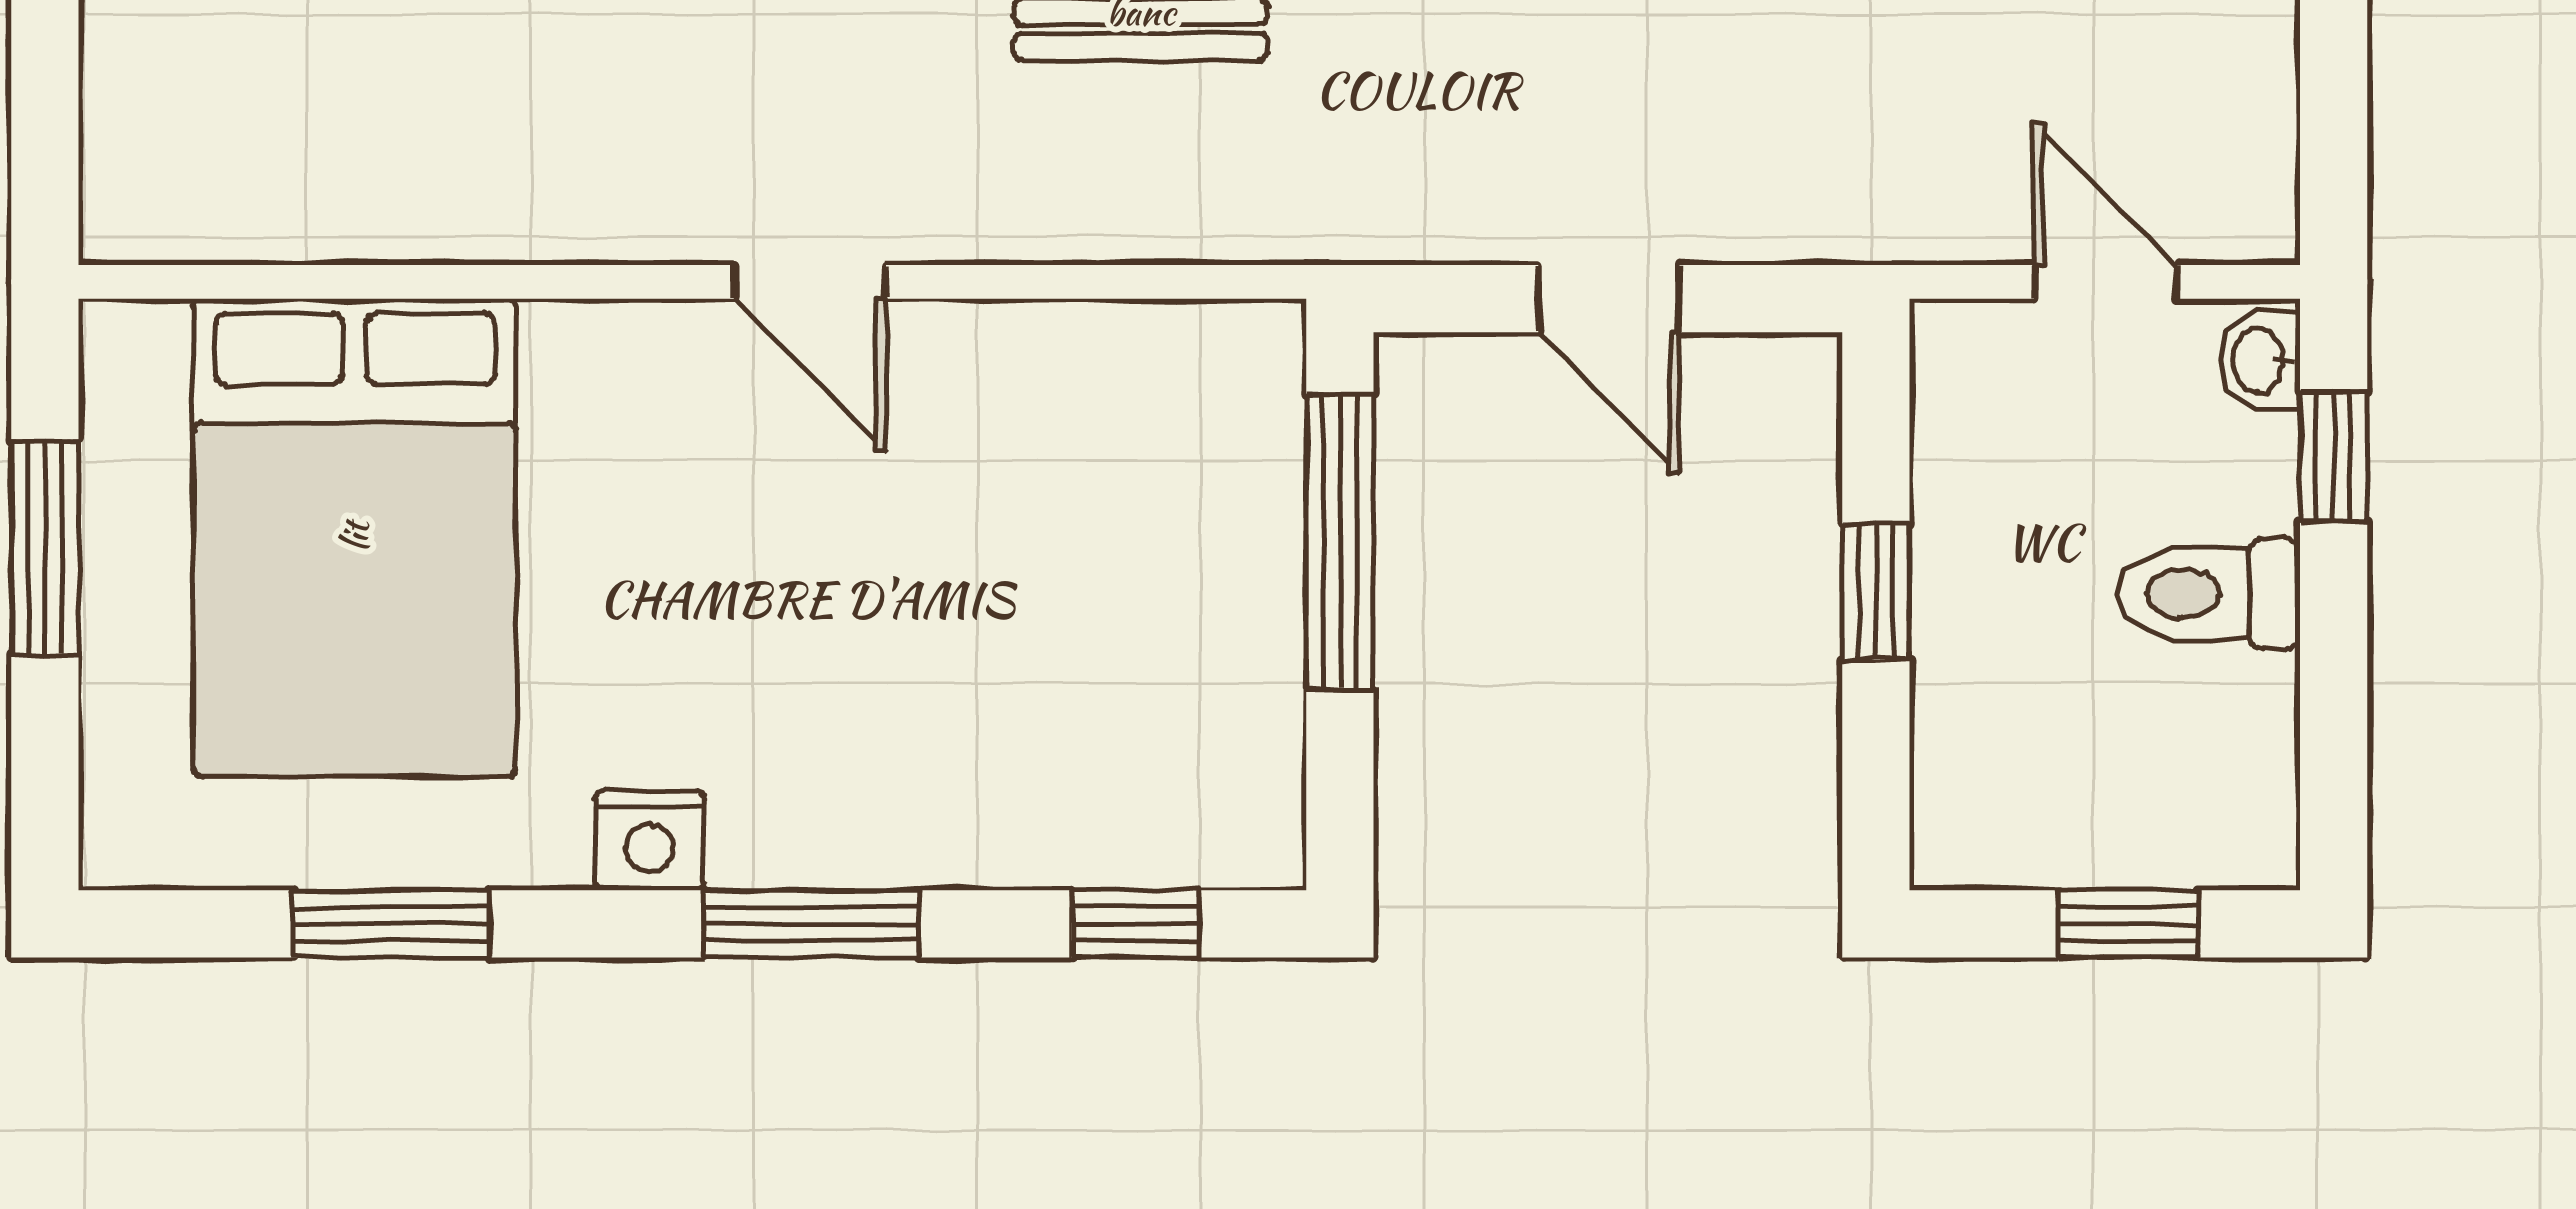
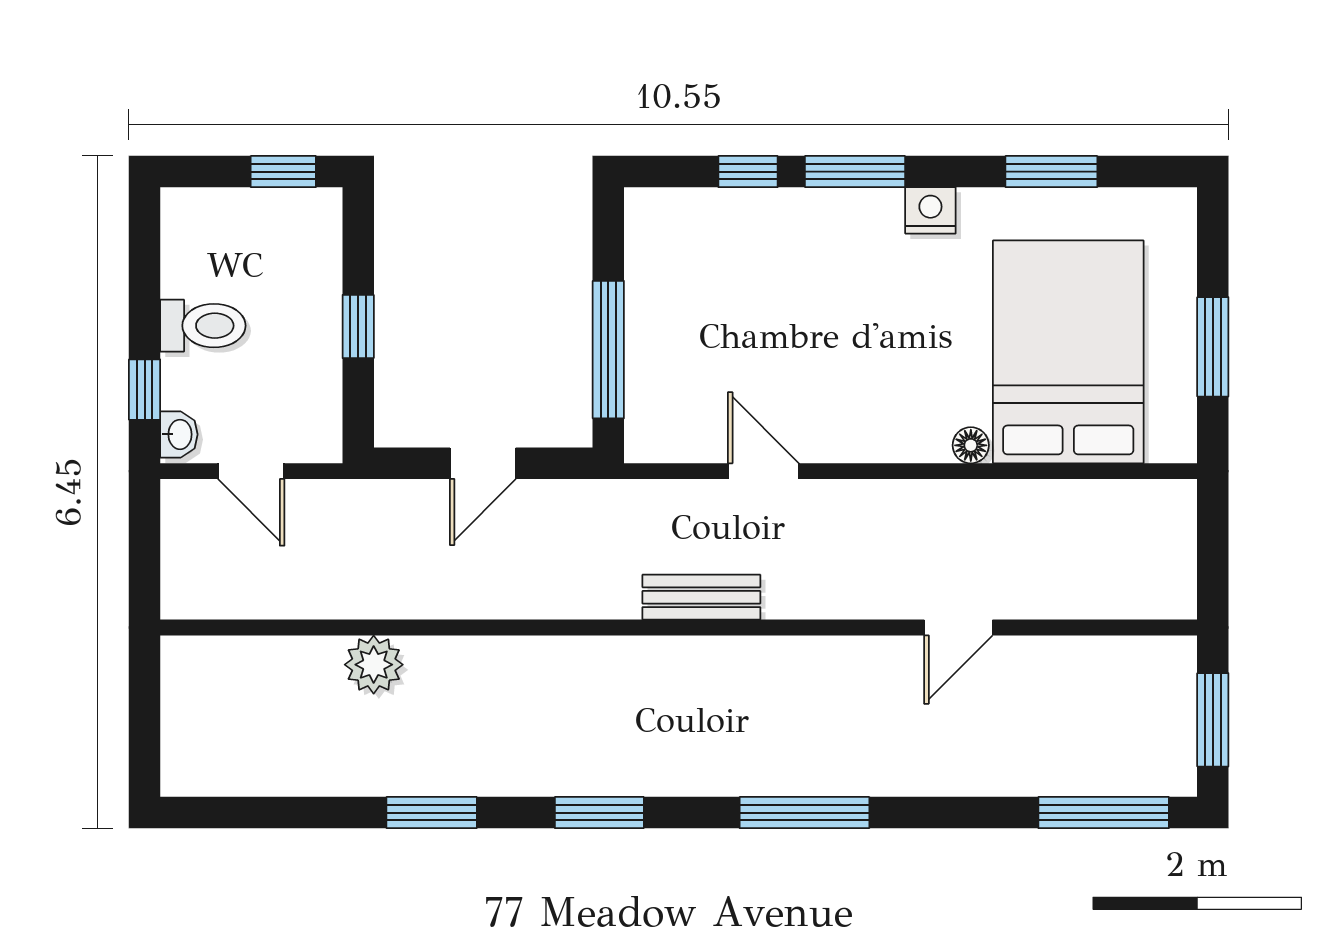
door: (810, 282) -> (763, 471), moved
door: (1609, 299) -> (483, 463), swing flipped
floor lamp: (563, 337) -> (971, 445), added
window: (1135, 924) -> (748, 172), moved
window: (2128, 924) -> (283, 172), moved

